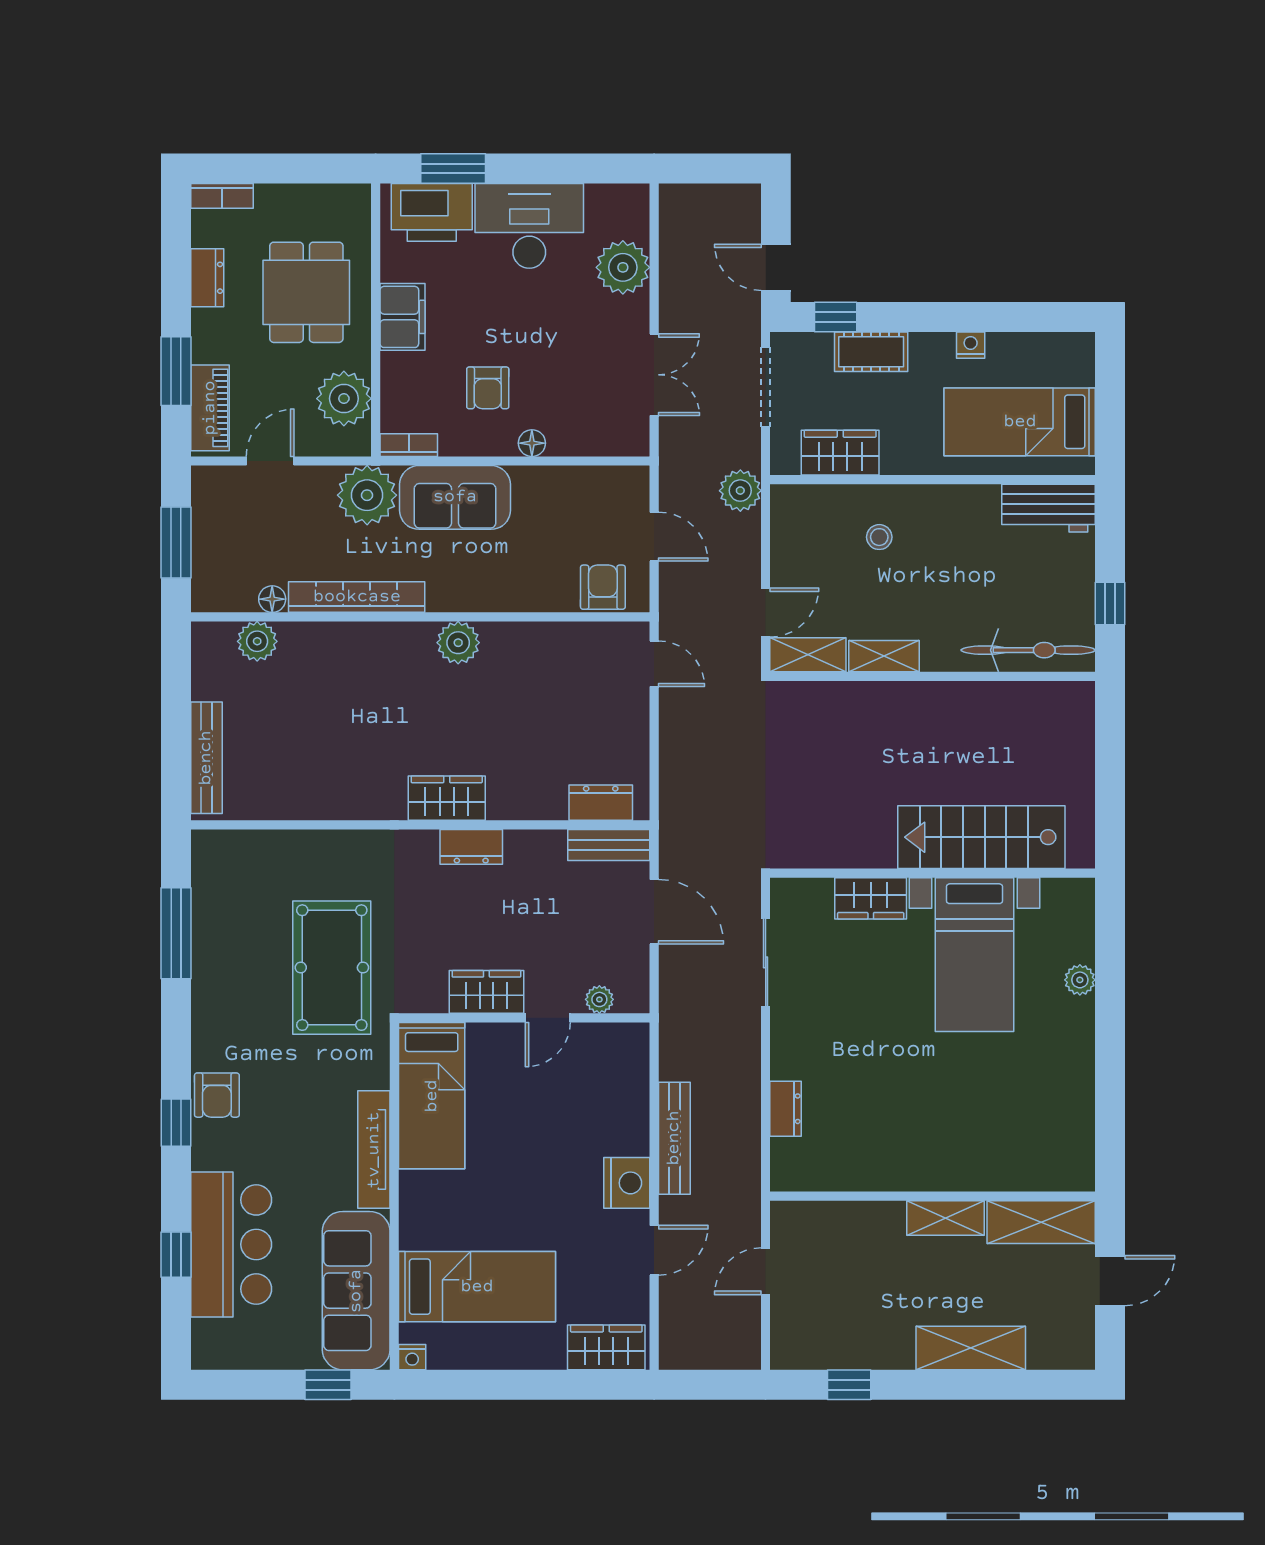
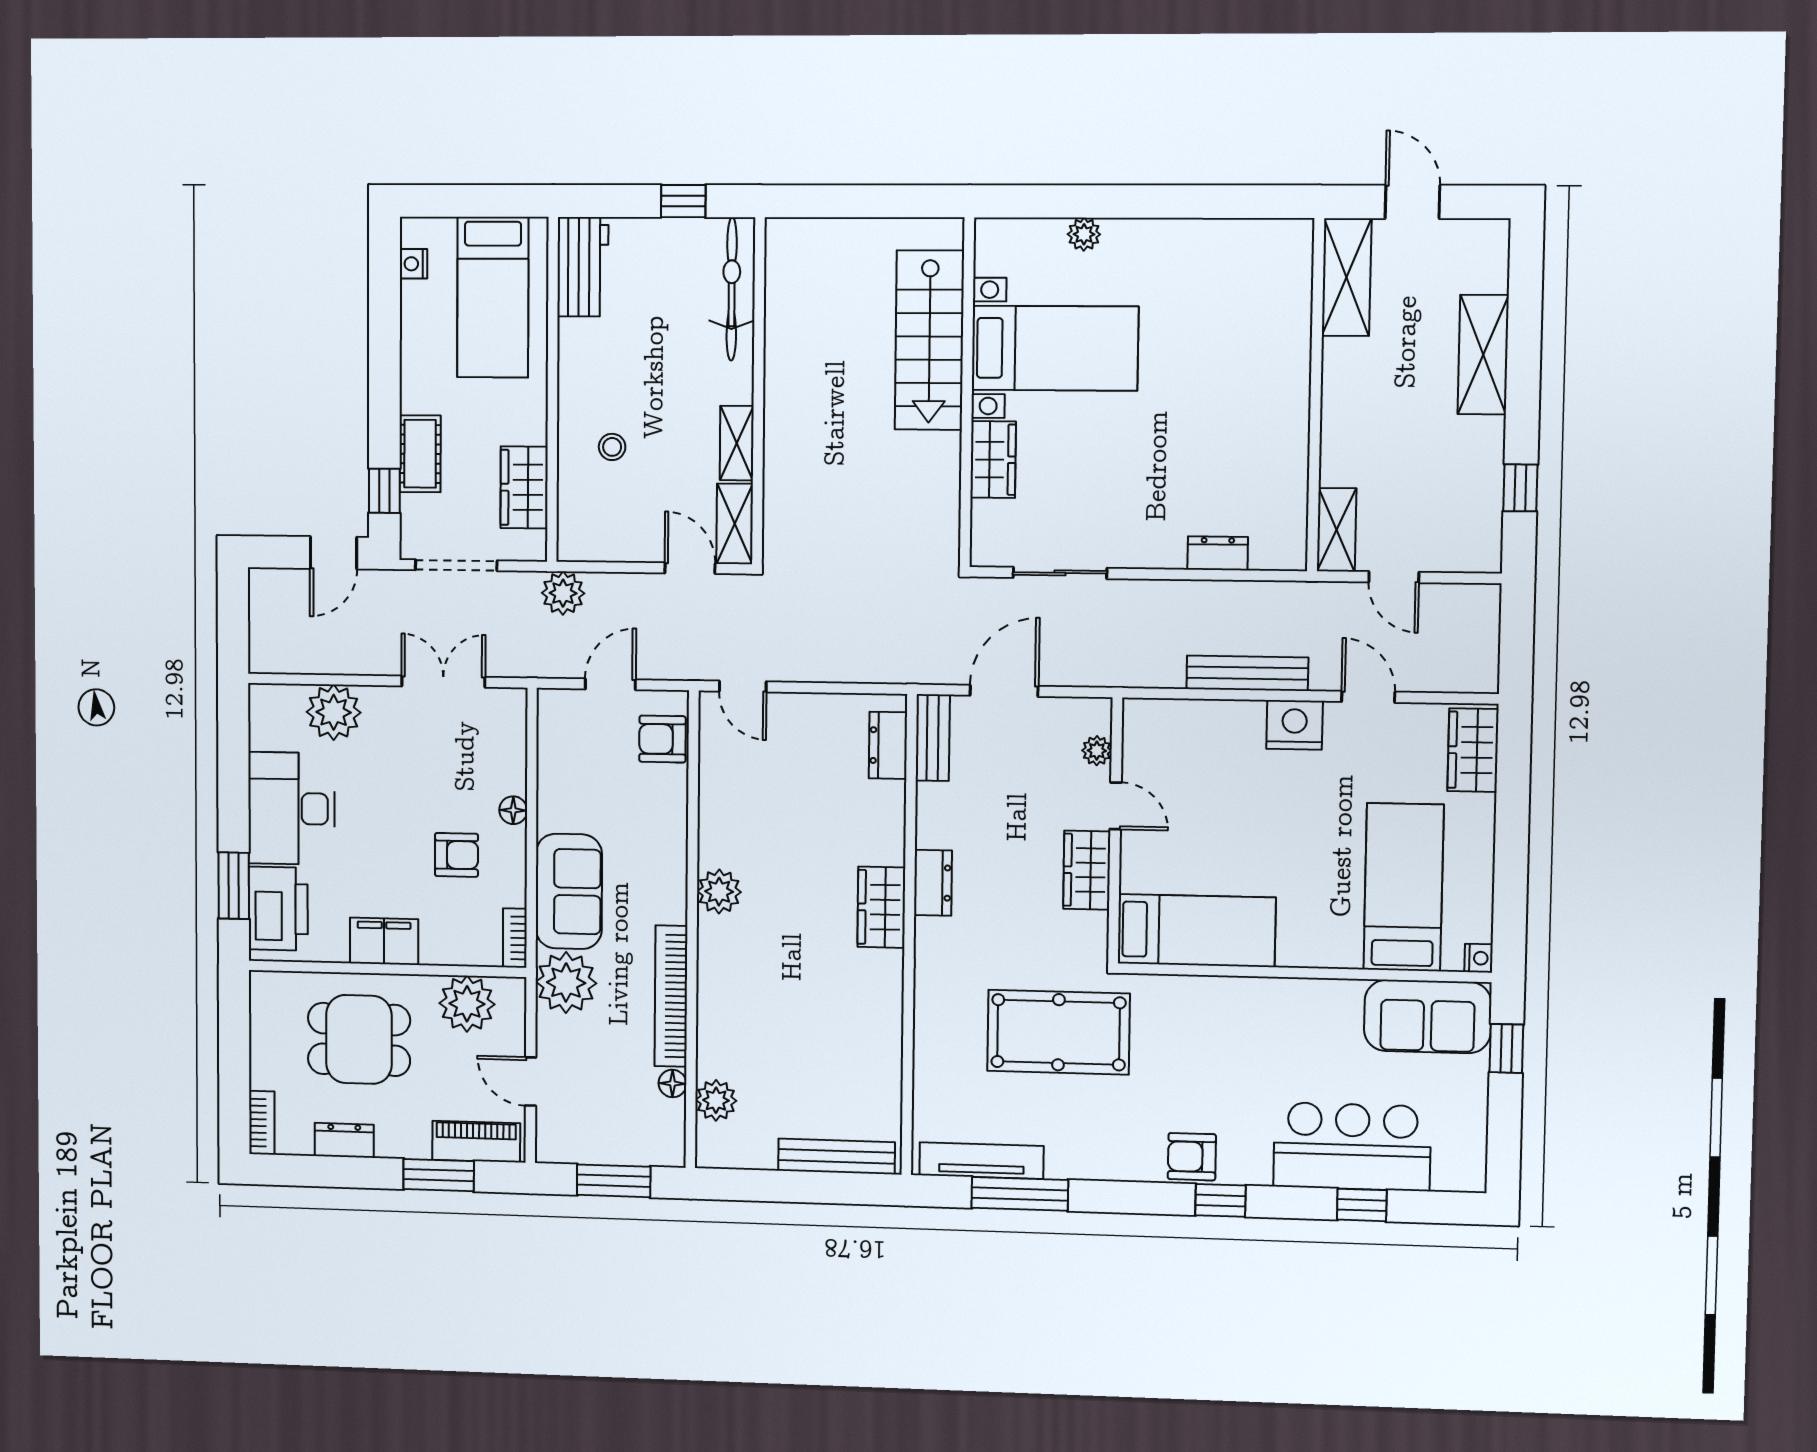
nightstand: (971, 345) -> (413, 264), moved
door: (654, 664) -> (743, 687), swing flipped
armchair: (217, 1095) -> (1192, 1157), turned 180
tv unit: (374, 1150) -> (981, 1161), moved, turned 180
shelving: (946, 1218) -> (1337, 530), moved
sofa: (356, 1291) -> (1428, 1016), width x0.73

